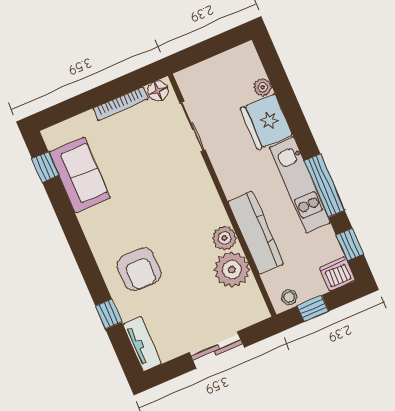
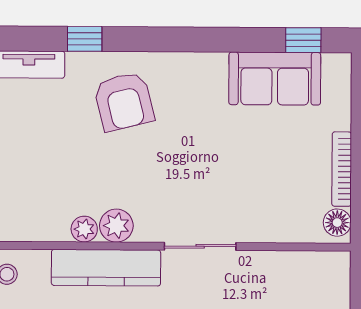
sliding door: (193, 126) -> (200, 246), moved
armchair: (139, 269) -> (124, 101), turned -104
plant: (232, 270) -> (84, 229), width x0.53, depth x0.53

